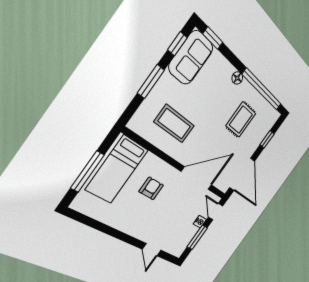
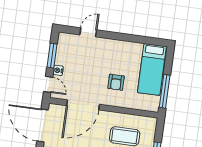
bed: (117, 169) -> (152, 69), moved, turned 180
window: (87, 172) -> (165, 91), moved
door: (152, 250) -> (88, 32), hinge flipped

